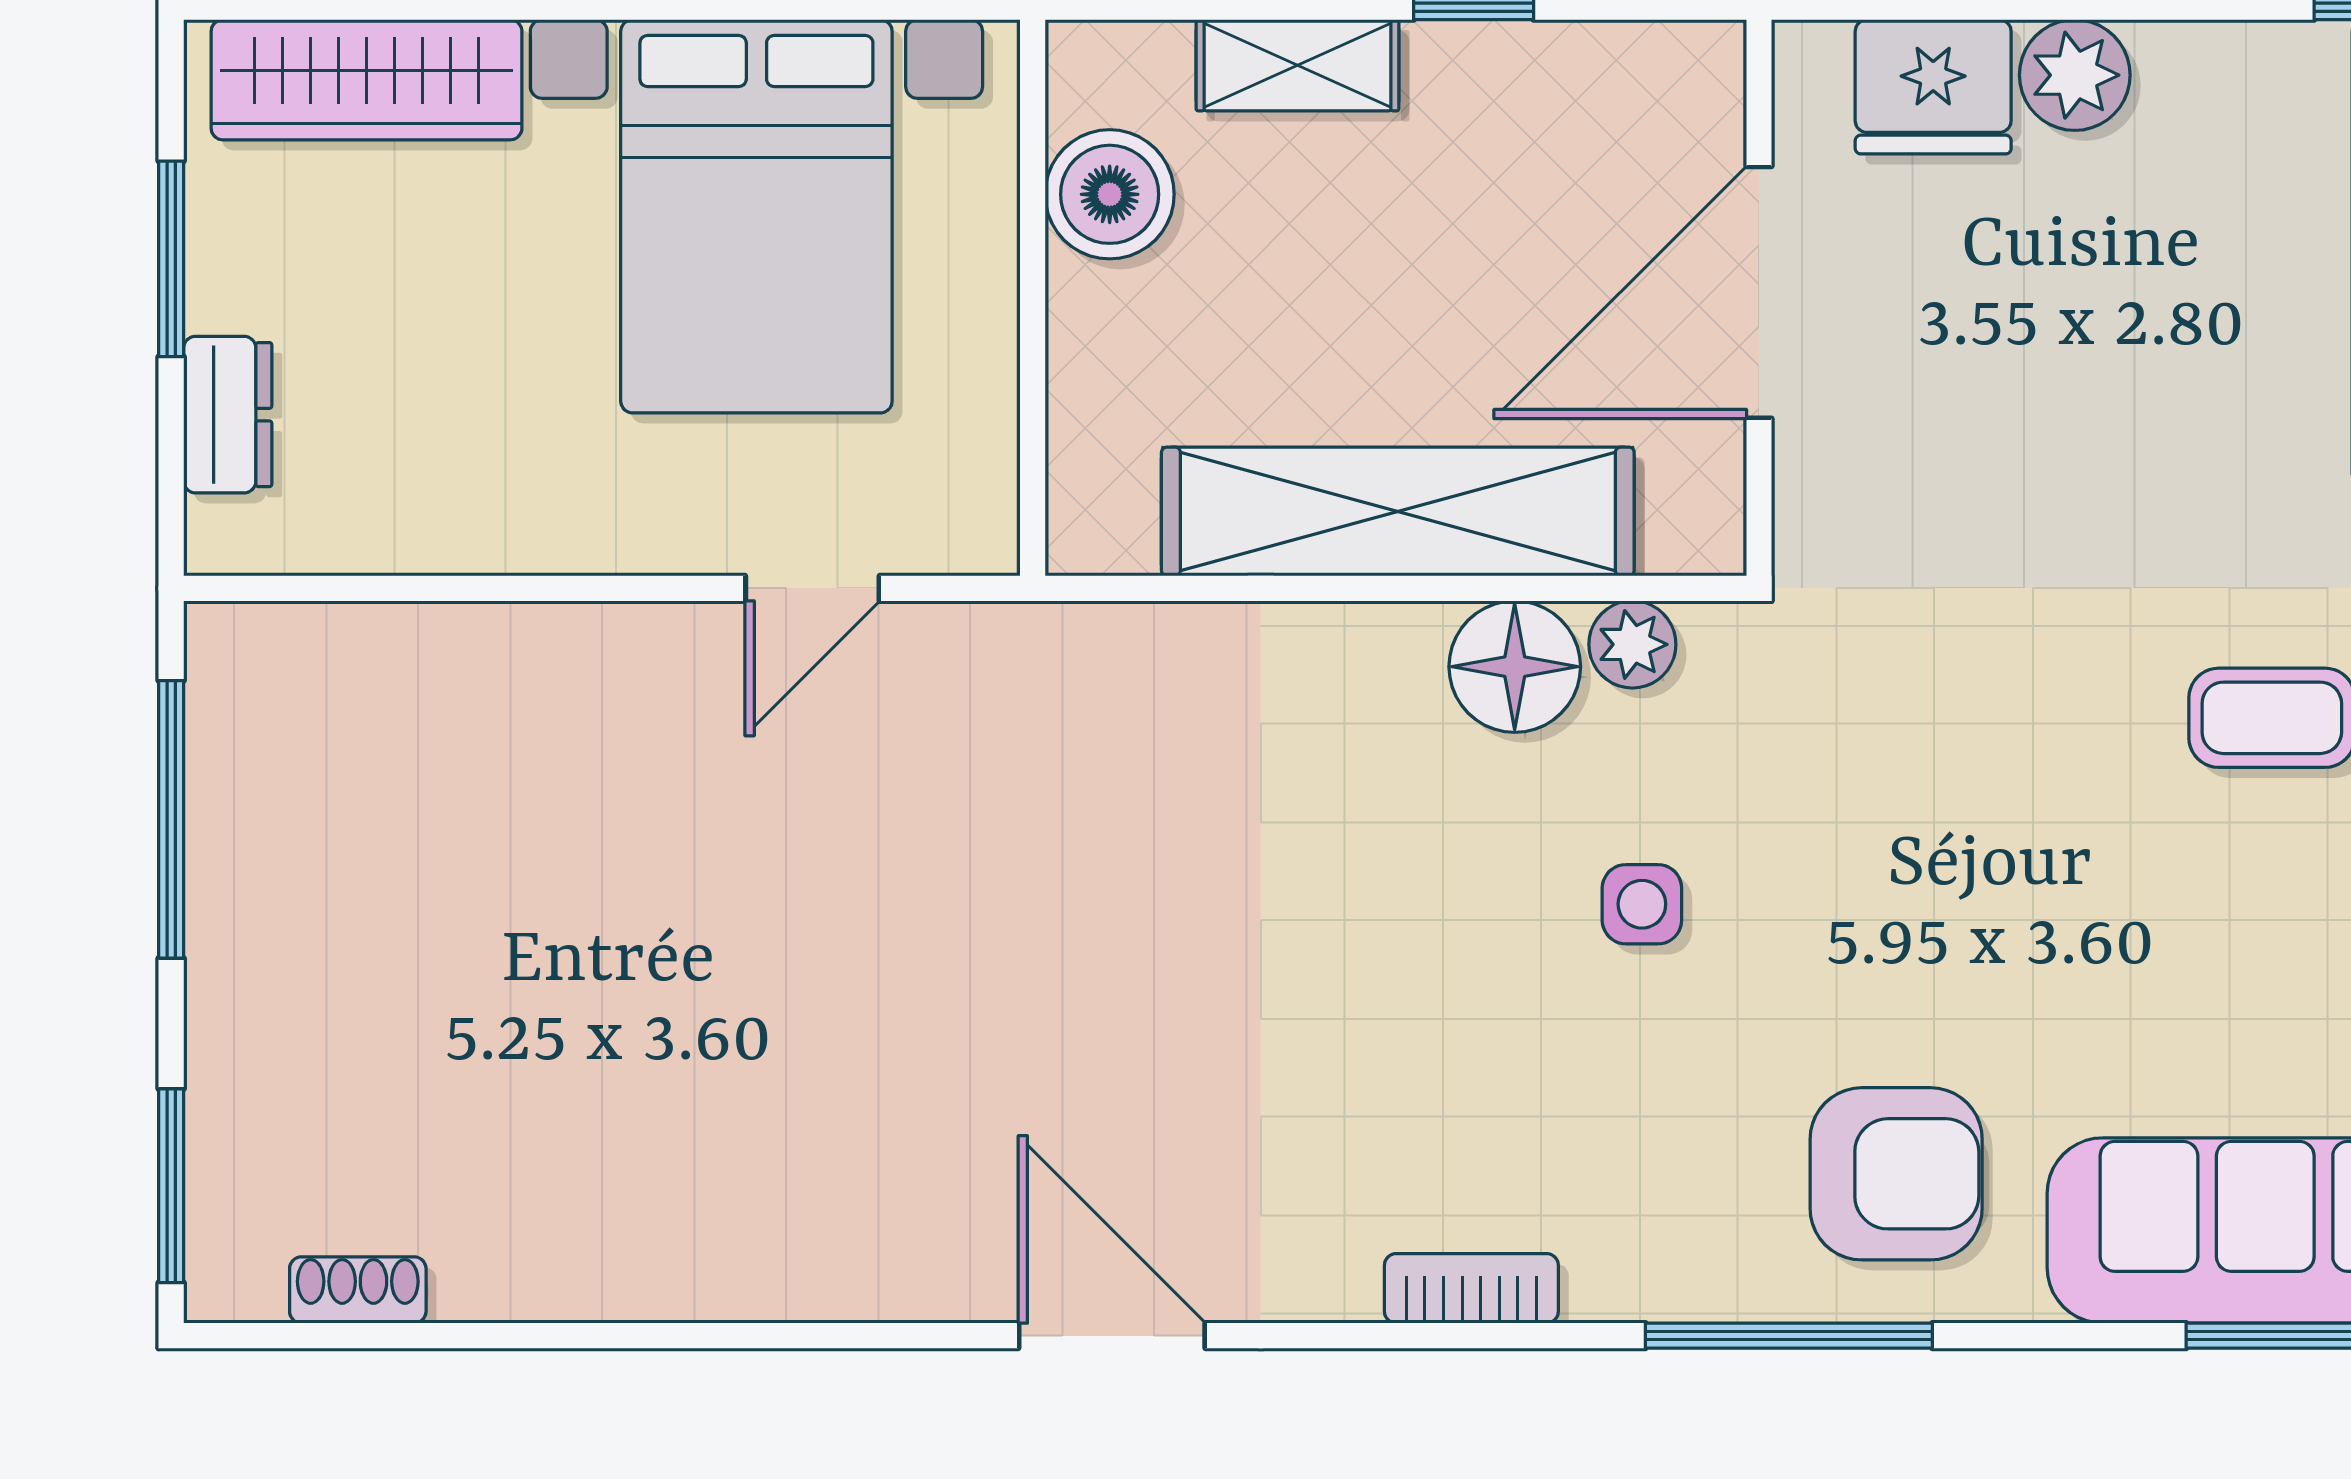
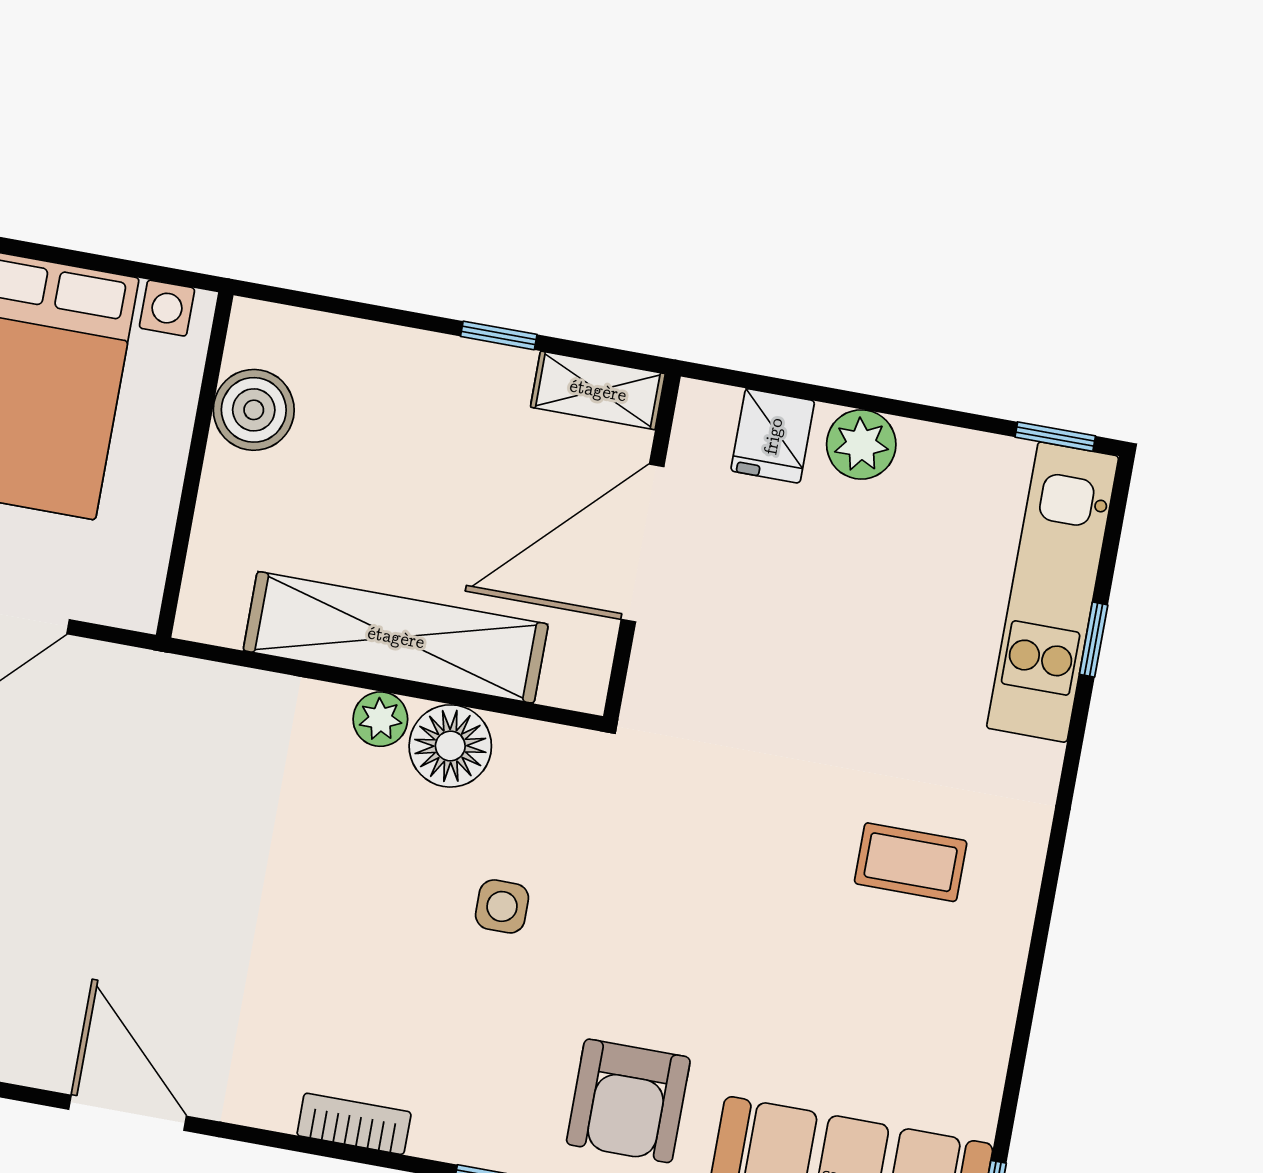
shelving: (1298, 65) -> (598, 390), moved
fridge: (1933, 87) -> (773, 436), width x0.72
plant: (1632, 644) -> (380, 719), moved
armchair: (1896, 1174) -> (628, 1101), turned 90

